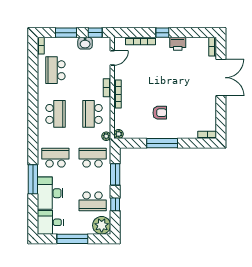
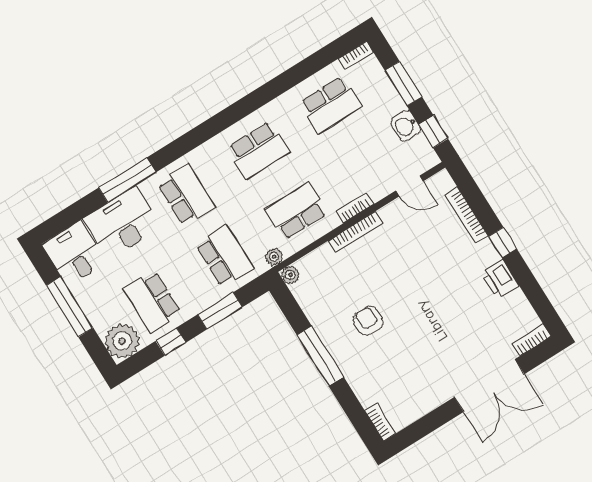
school desk: (55, 70) -> (331, 105), turned 180
armchair: (160, 113) -> (368, 321), turned 180

